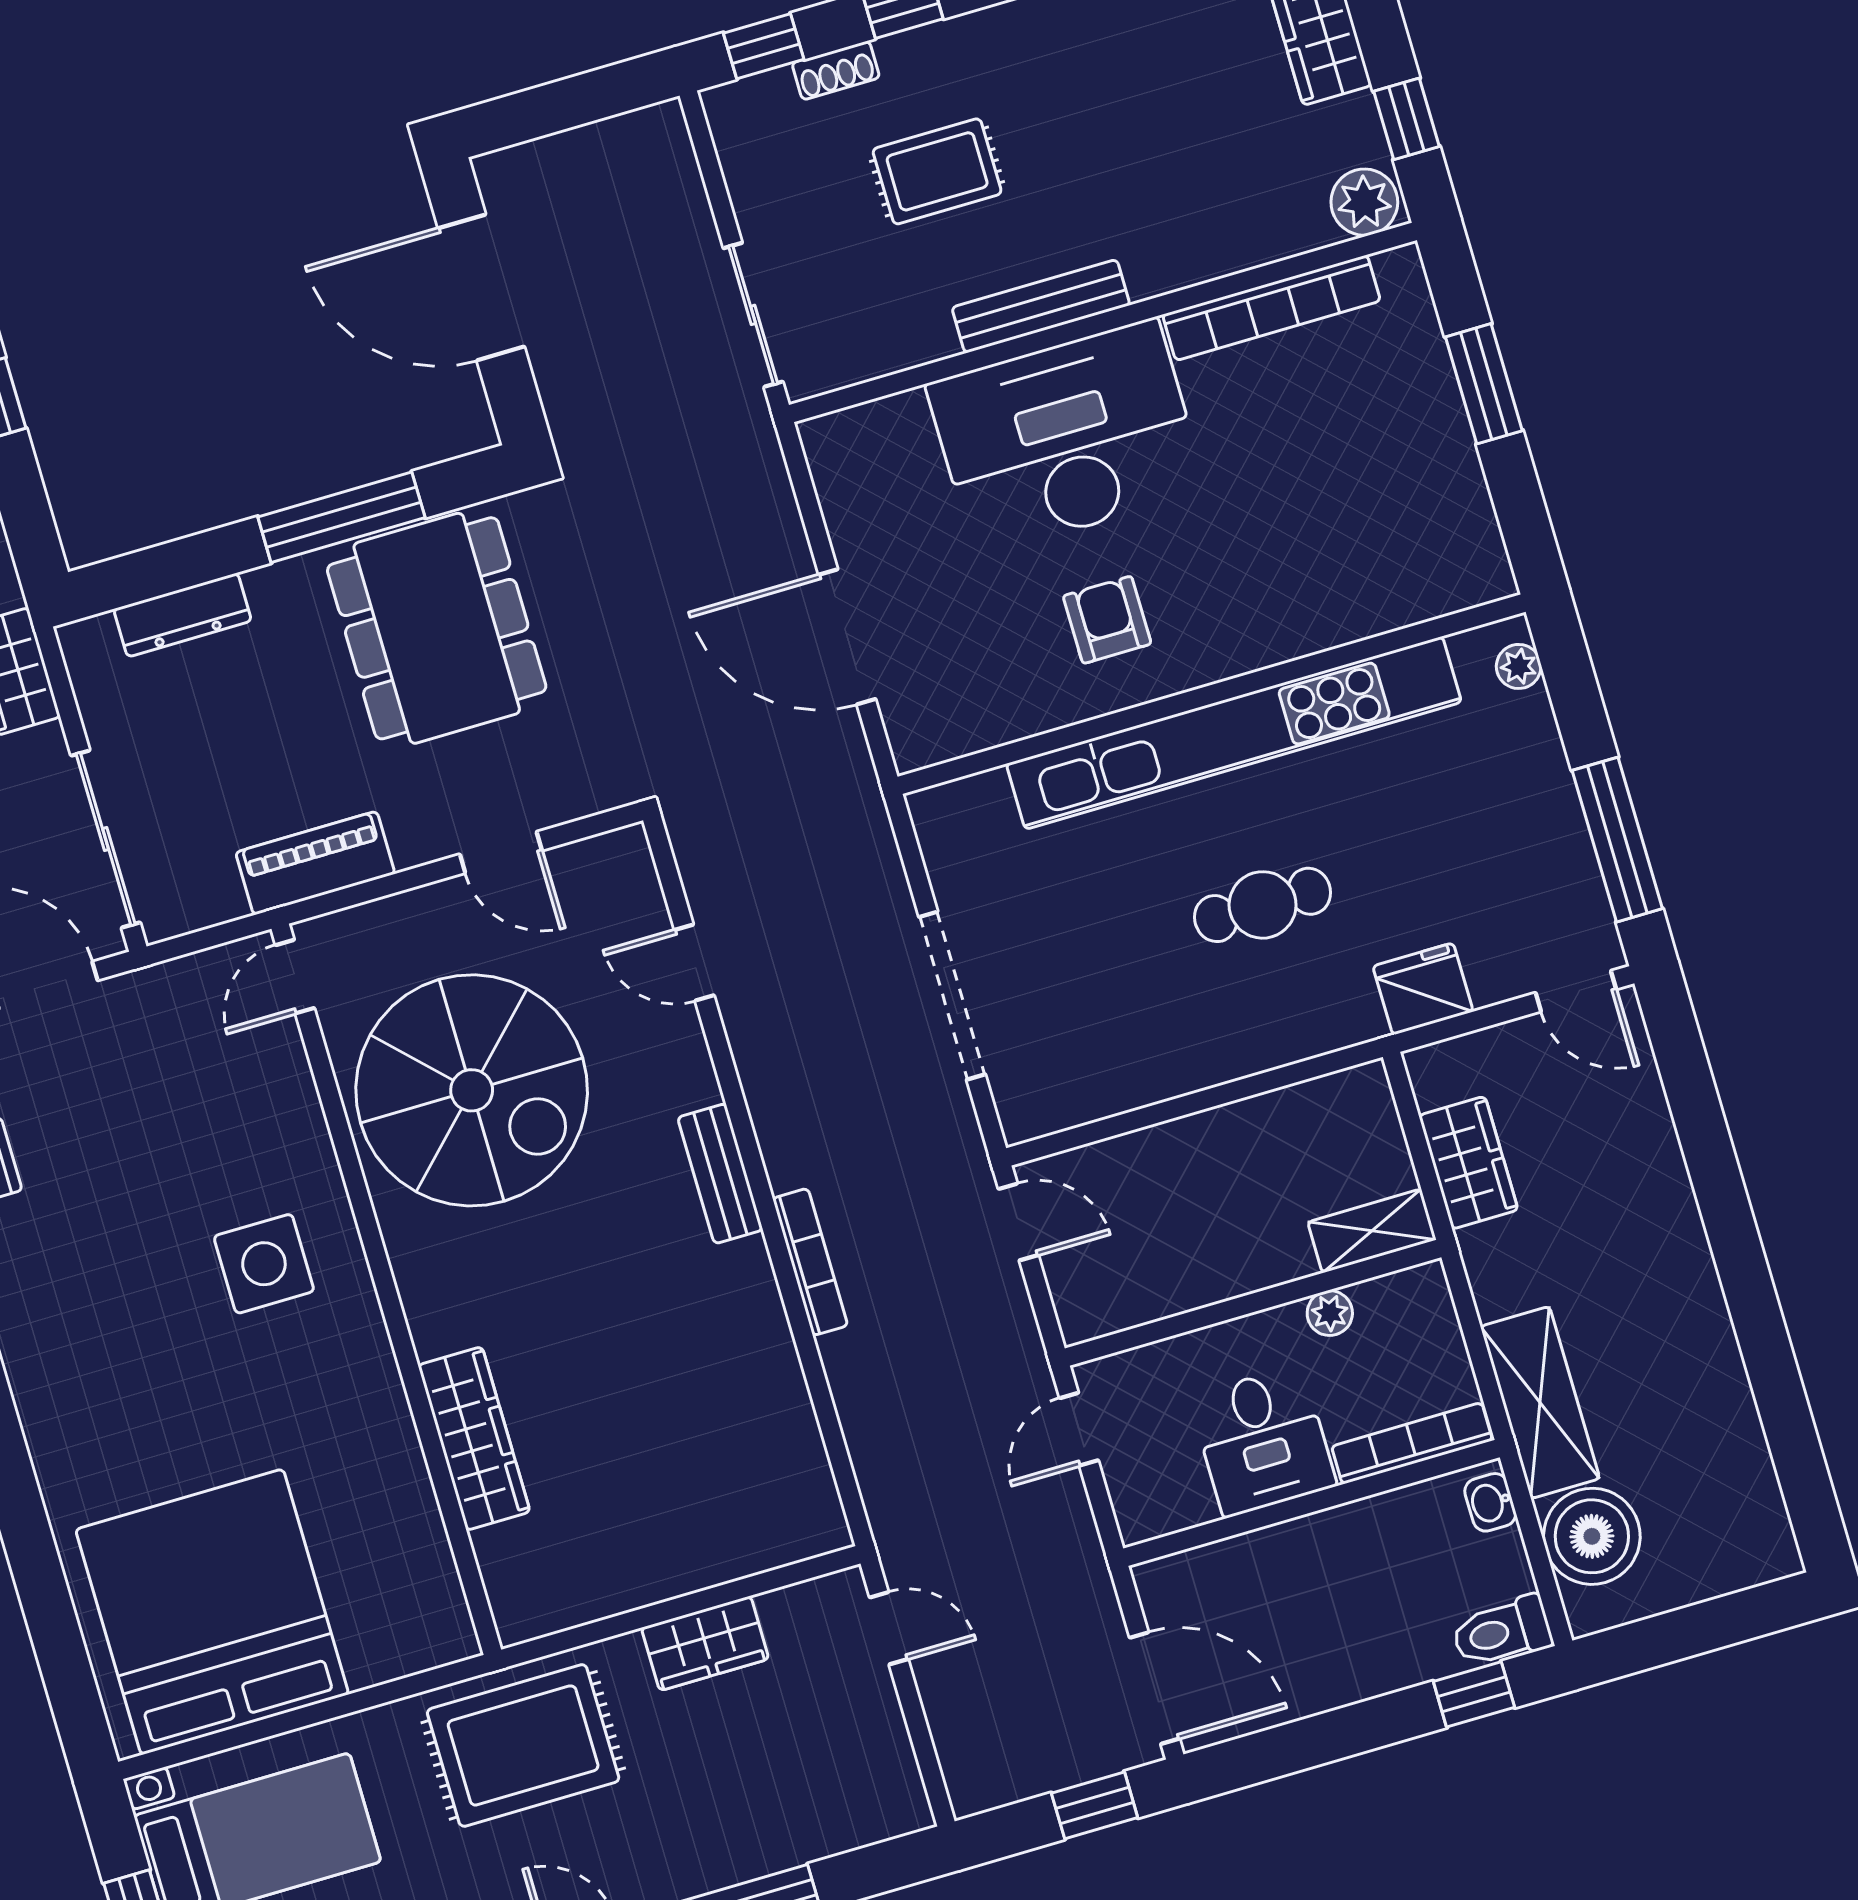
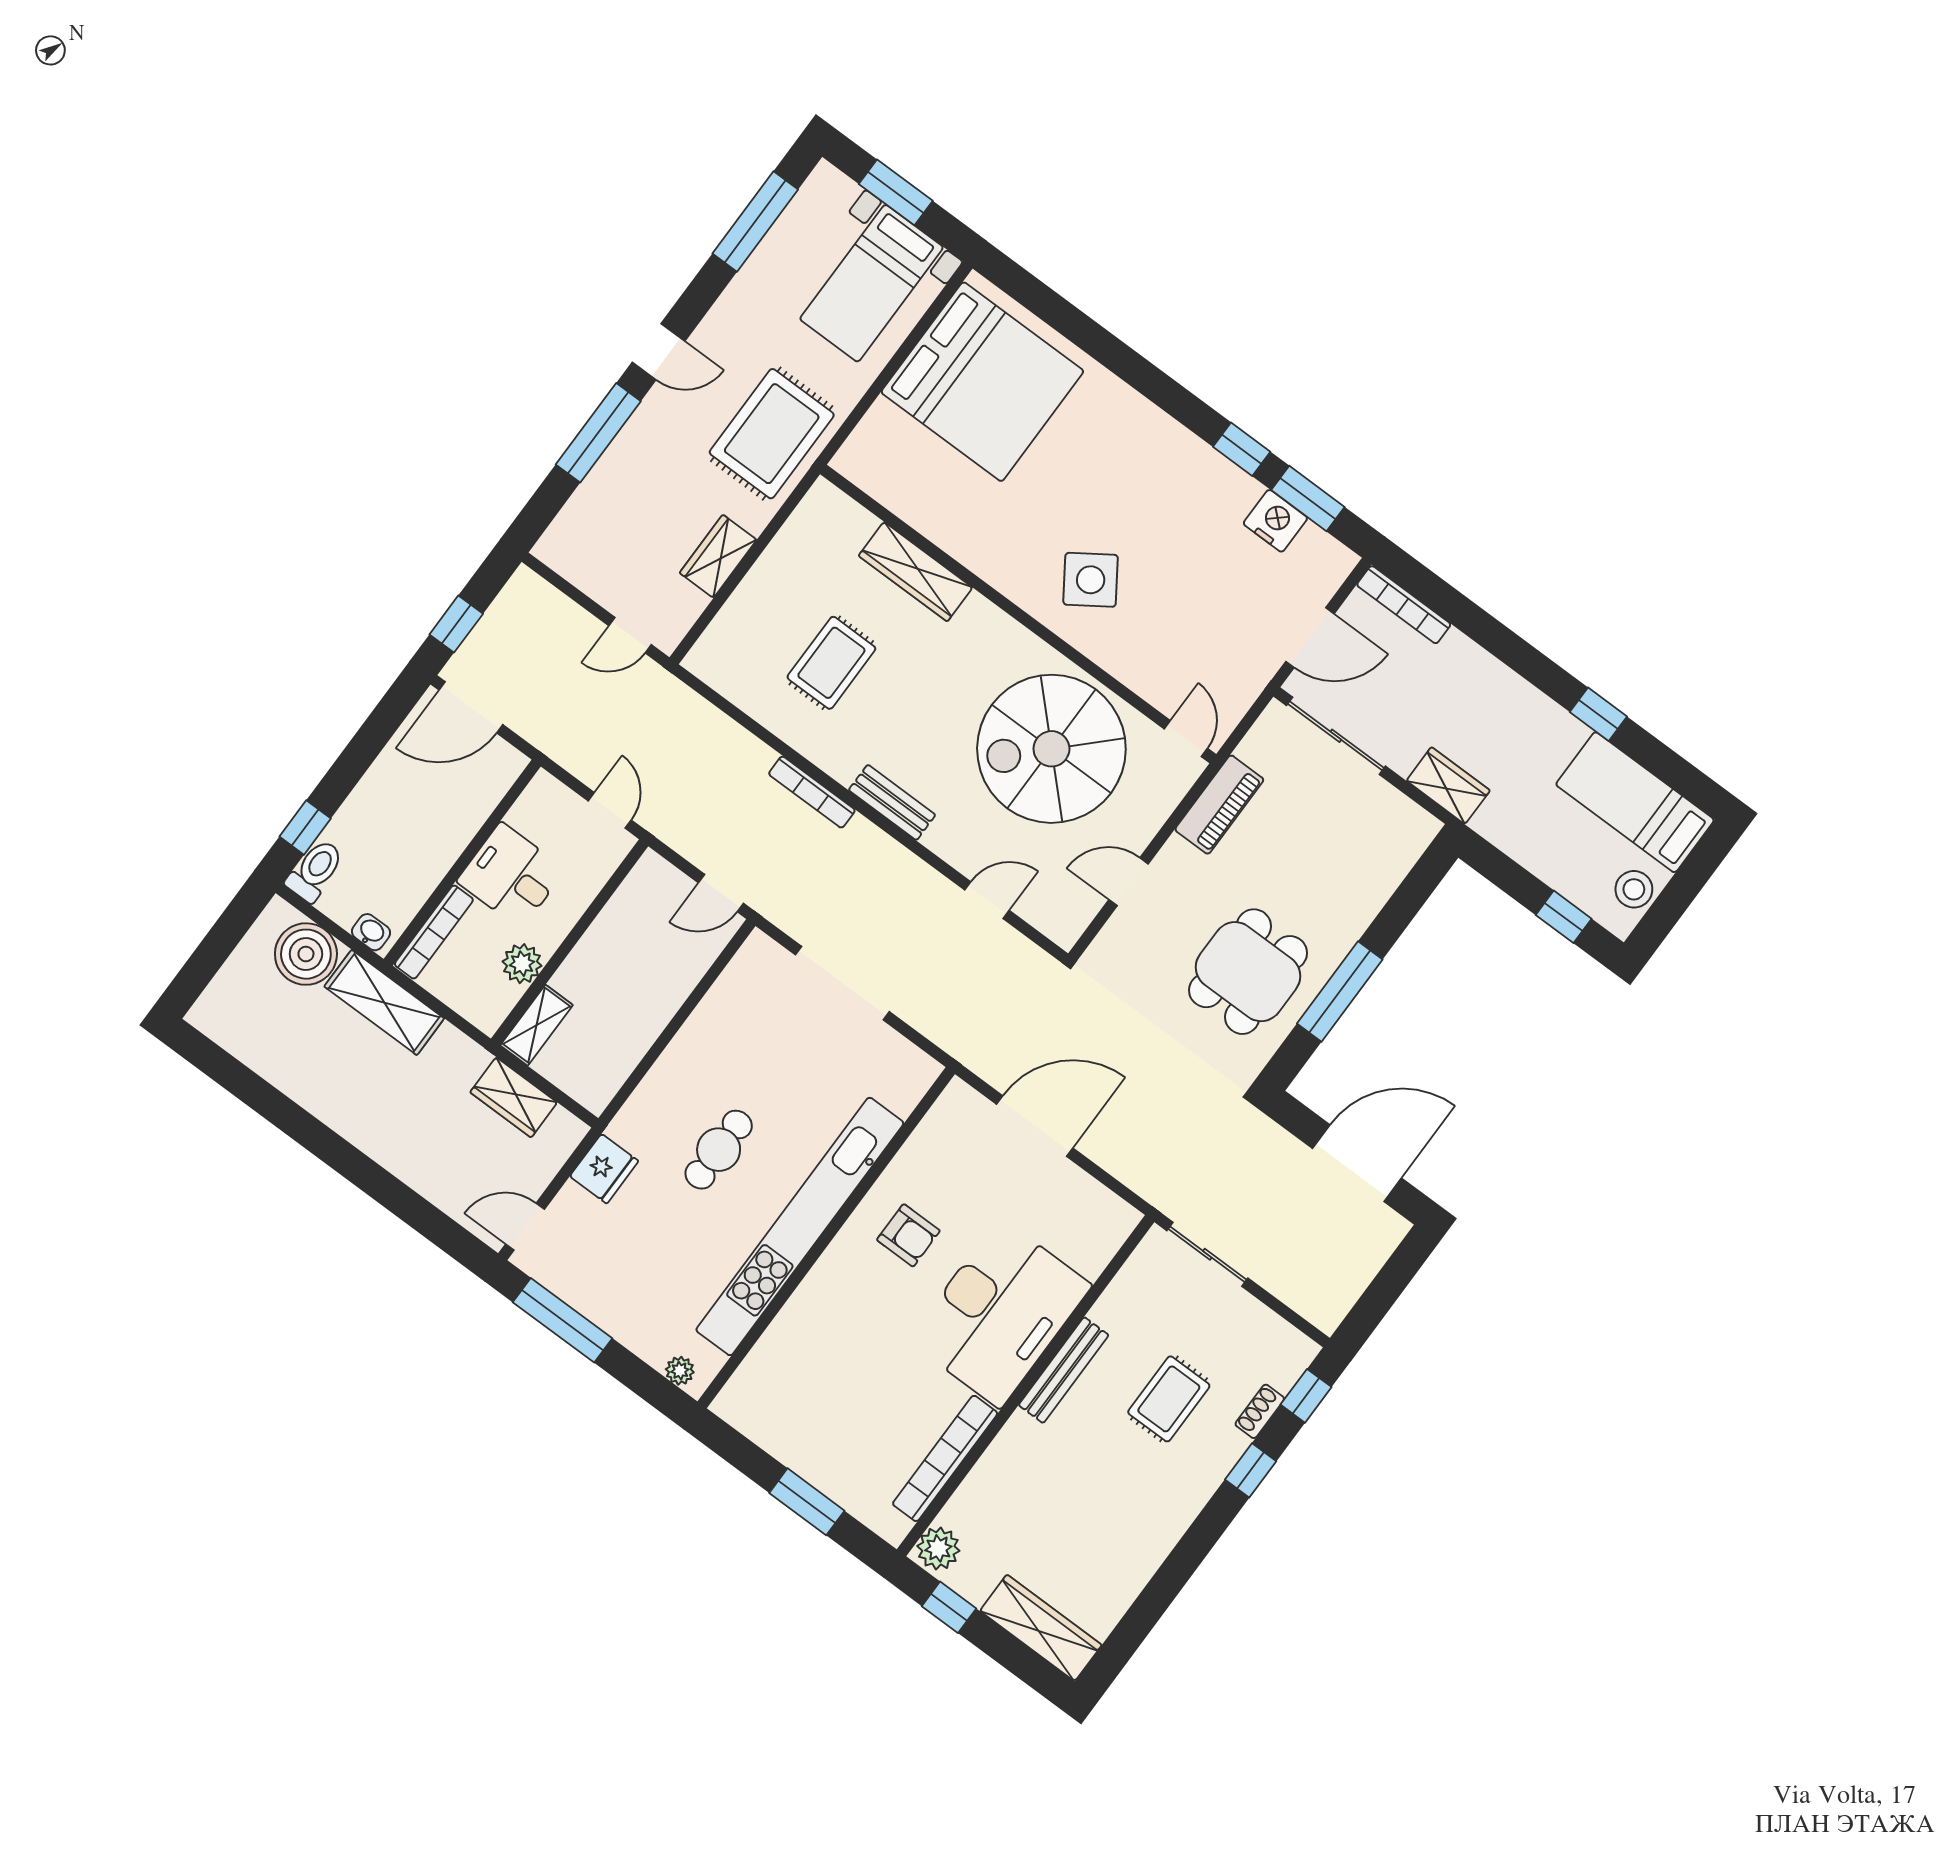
dresser: (183, 615) -> (1383, 880), removed
dining table: (437, 628) -> (1248, 972), width x0.73
side table: (264, 1264) -> (1091, 580), turned -34
plant: (1330, 1313) -> (522, 964), width x1.38, depth x1.38
rug: (664, 1404) -> (831, 663), added

